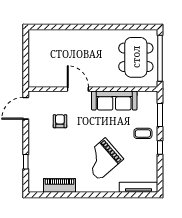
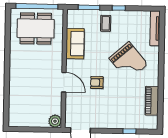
plant: (35, 80) -> (55, 121), added
door: (78, 89) -> (64, 82), swing flipped
sofa: (114, 101) -> (75, 44), width x0.73
armchair: (60, 121) -> (97, 83), moved

